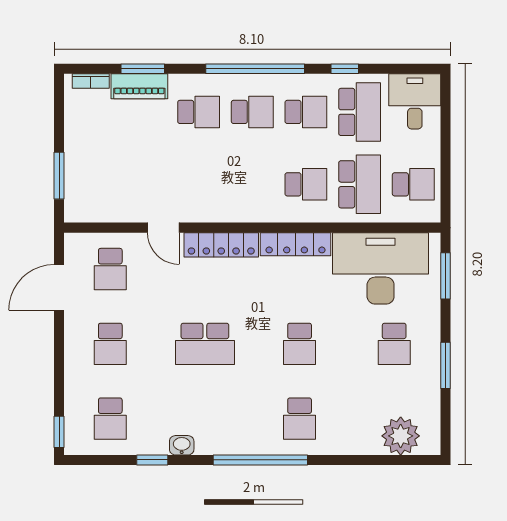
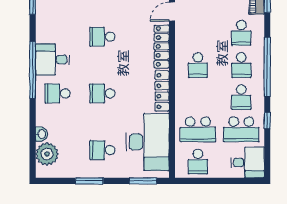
school desk: (306, 184) -> (198, 65), moved
school desk: (205, 344) -> (102, 37), width x0.54
desk: (243, 427) -> (52, 60), added
washbasin: (182, 445) -> (41, 134), moved

